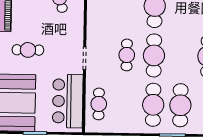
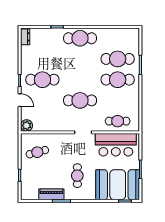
cafe table: (127, 55) -> (80, 100), width x1.37, depth x1.35
cafe table: (154, 55) -> (80, 80), removed

